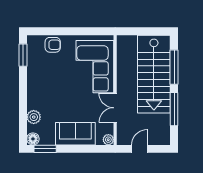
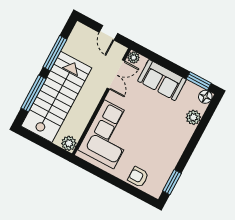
plant: (124, 42) -> (69, 143), added
double door: (115, 108) -> (116, 75), moved
door: (139, 149) -> (108, 33), hinge flipped

